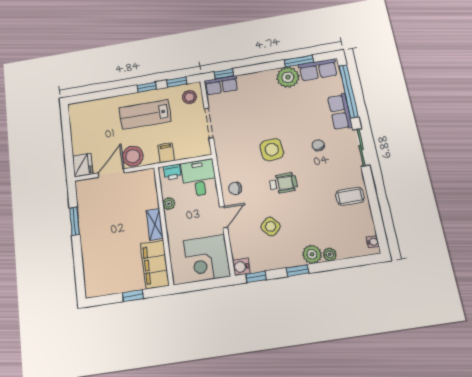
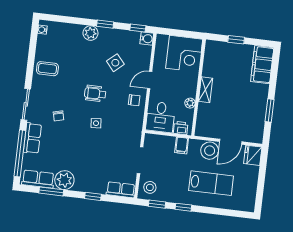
window: (224, 74) -> (93, 196), moved
lab bench: (145, 115) -> (211, 183), moved
side table: (272, 150) -> (96, 123), width x0.54, depth x0.54
plant: (330, 254) -> (77, 29), removed
corner desk: (207, 258) -> (184, 54), moved, turned 90
filing cabinet: (155, 264) -> (262, 65), moved, turned 180

